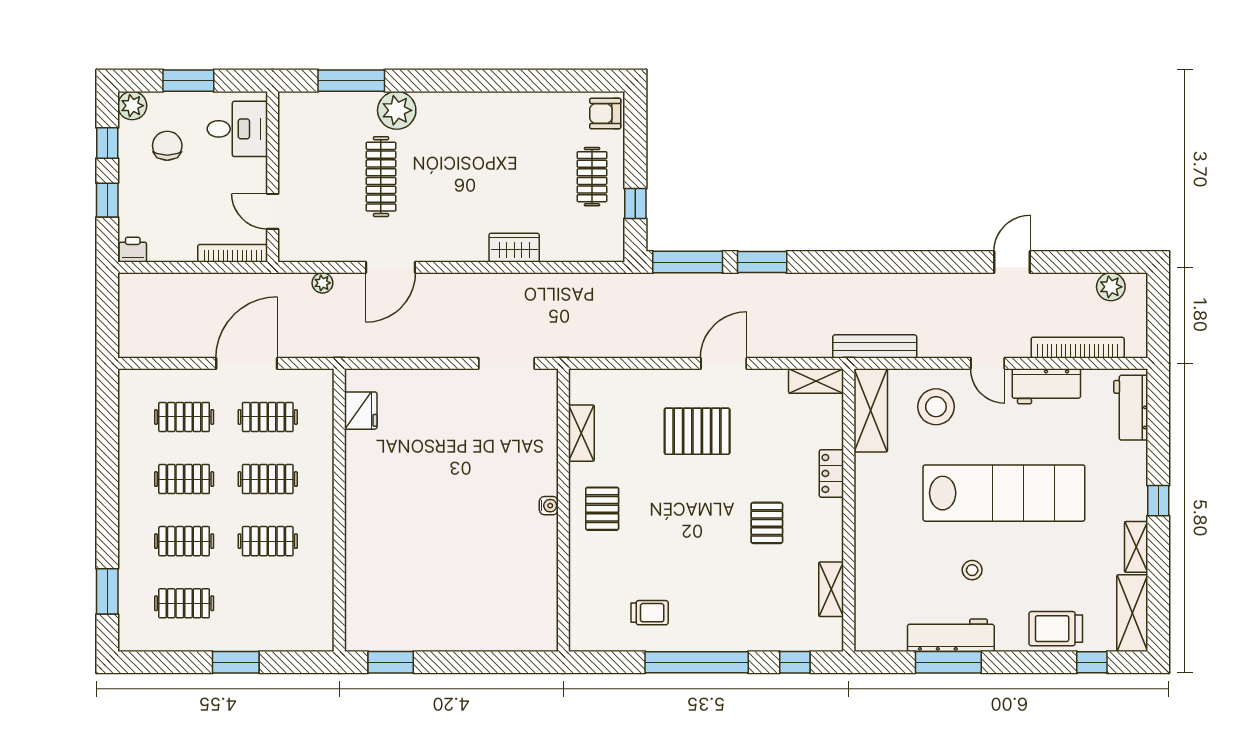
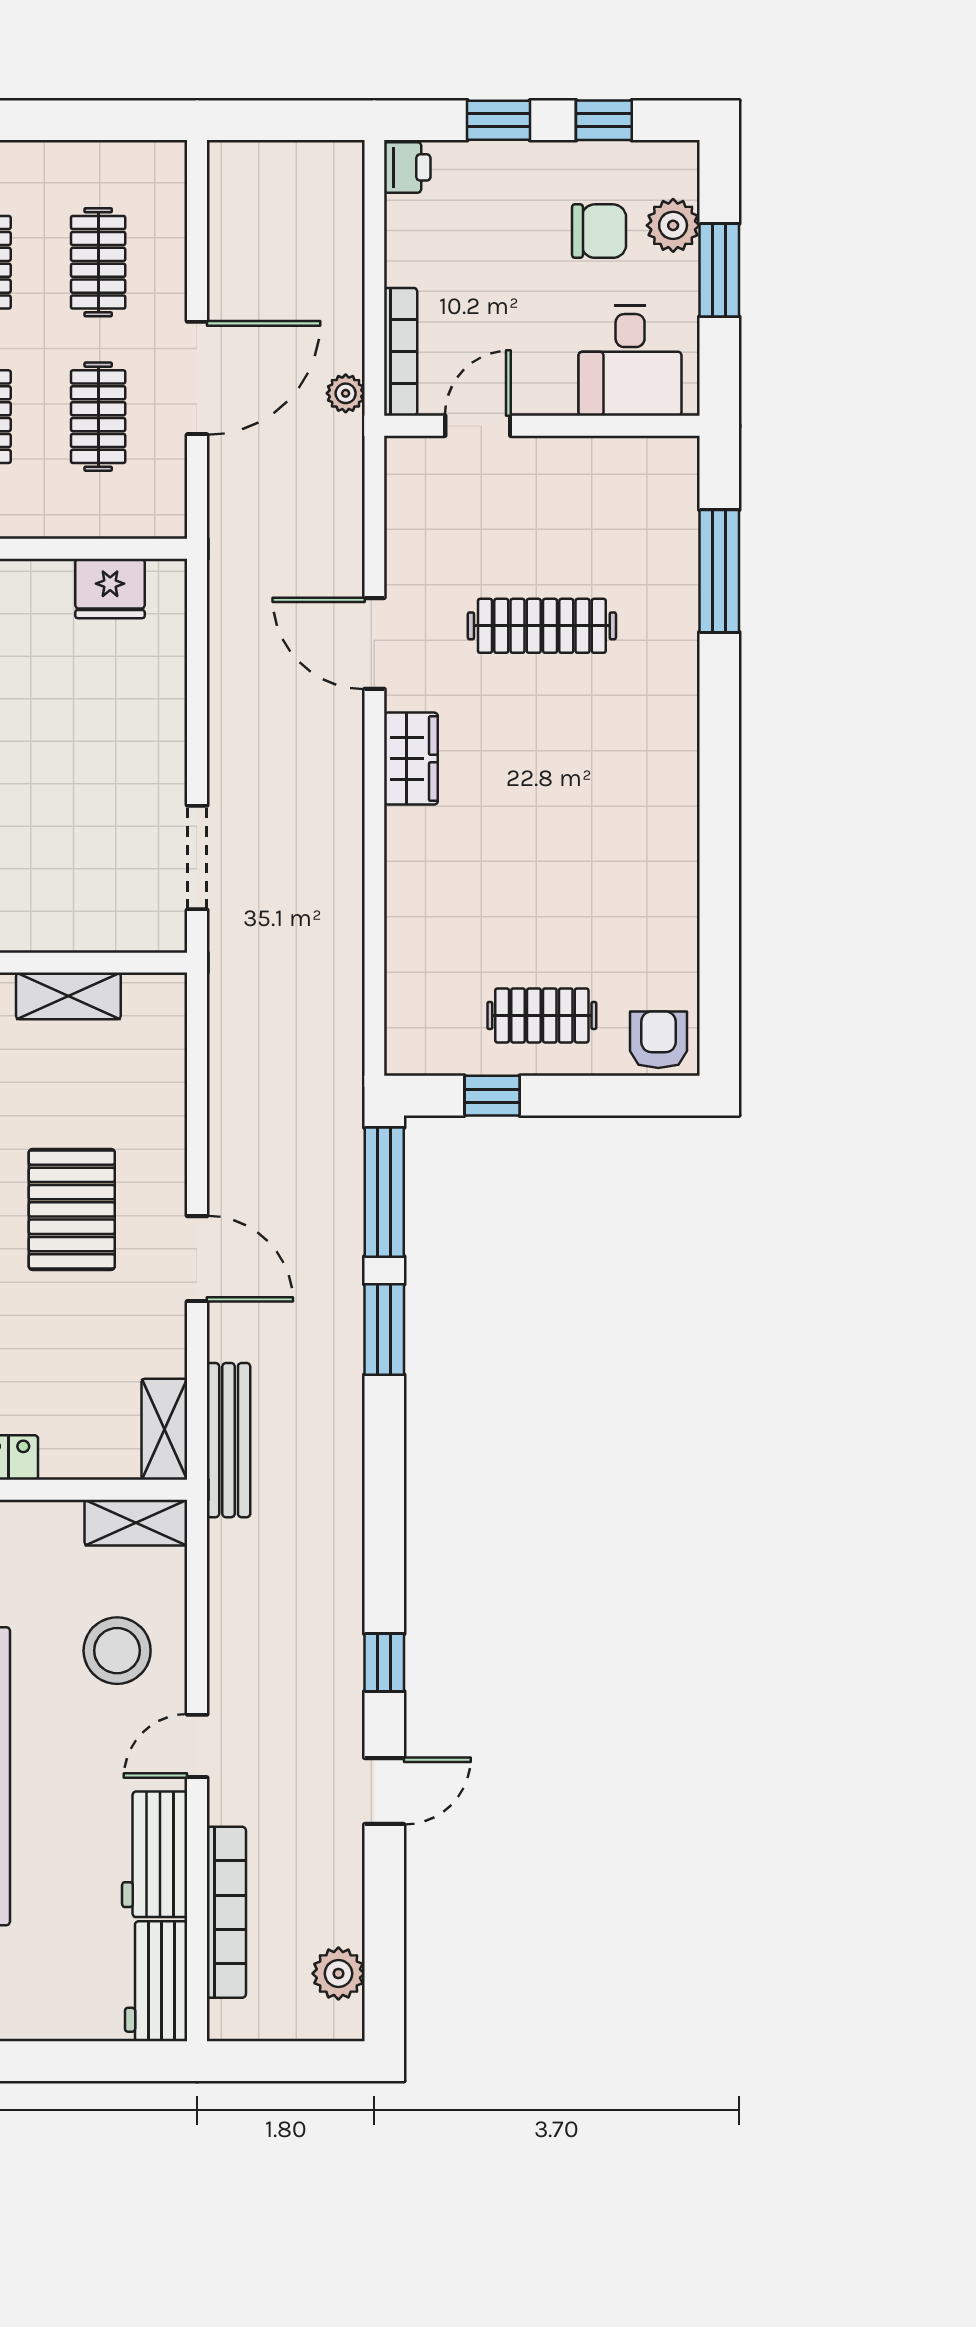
plant: (132, 106) -> (673, 225), moved
plant: (397, 110) -> (664, 655), removed
wardrobe: (514, 248) -> (411, 759), moved
window: (942, 262) -> (384, 1663), added
door: (1012, 262) -> (384, 1791), hinge flipped
plant: (322, 283) -> (346, 393), moved
bench: (875, 346) -> (229, 1440), moved
door: (247, 363) -> (197, 378), hinge flipped
workbench: (1131, 408) -> (156, 1981), moved, turned -90
shelving: (871, 410) -> (136, 1523), width x0.67, depth x0.75

